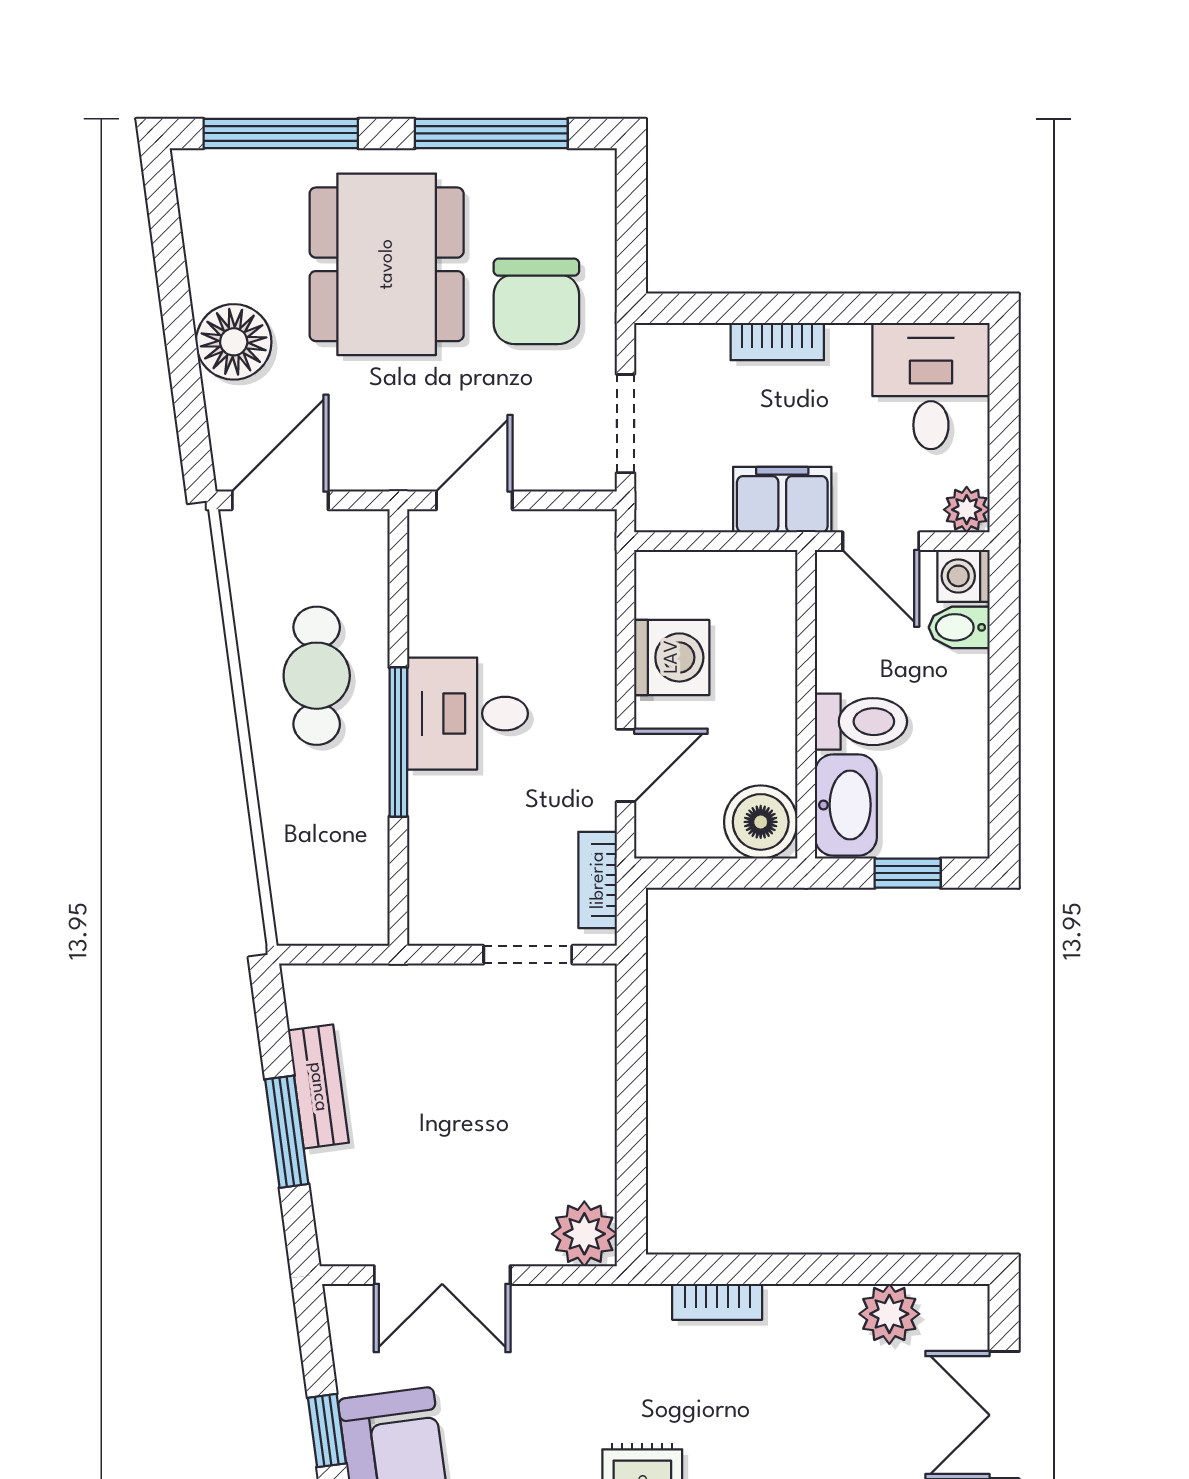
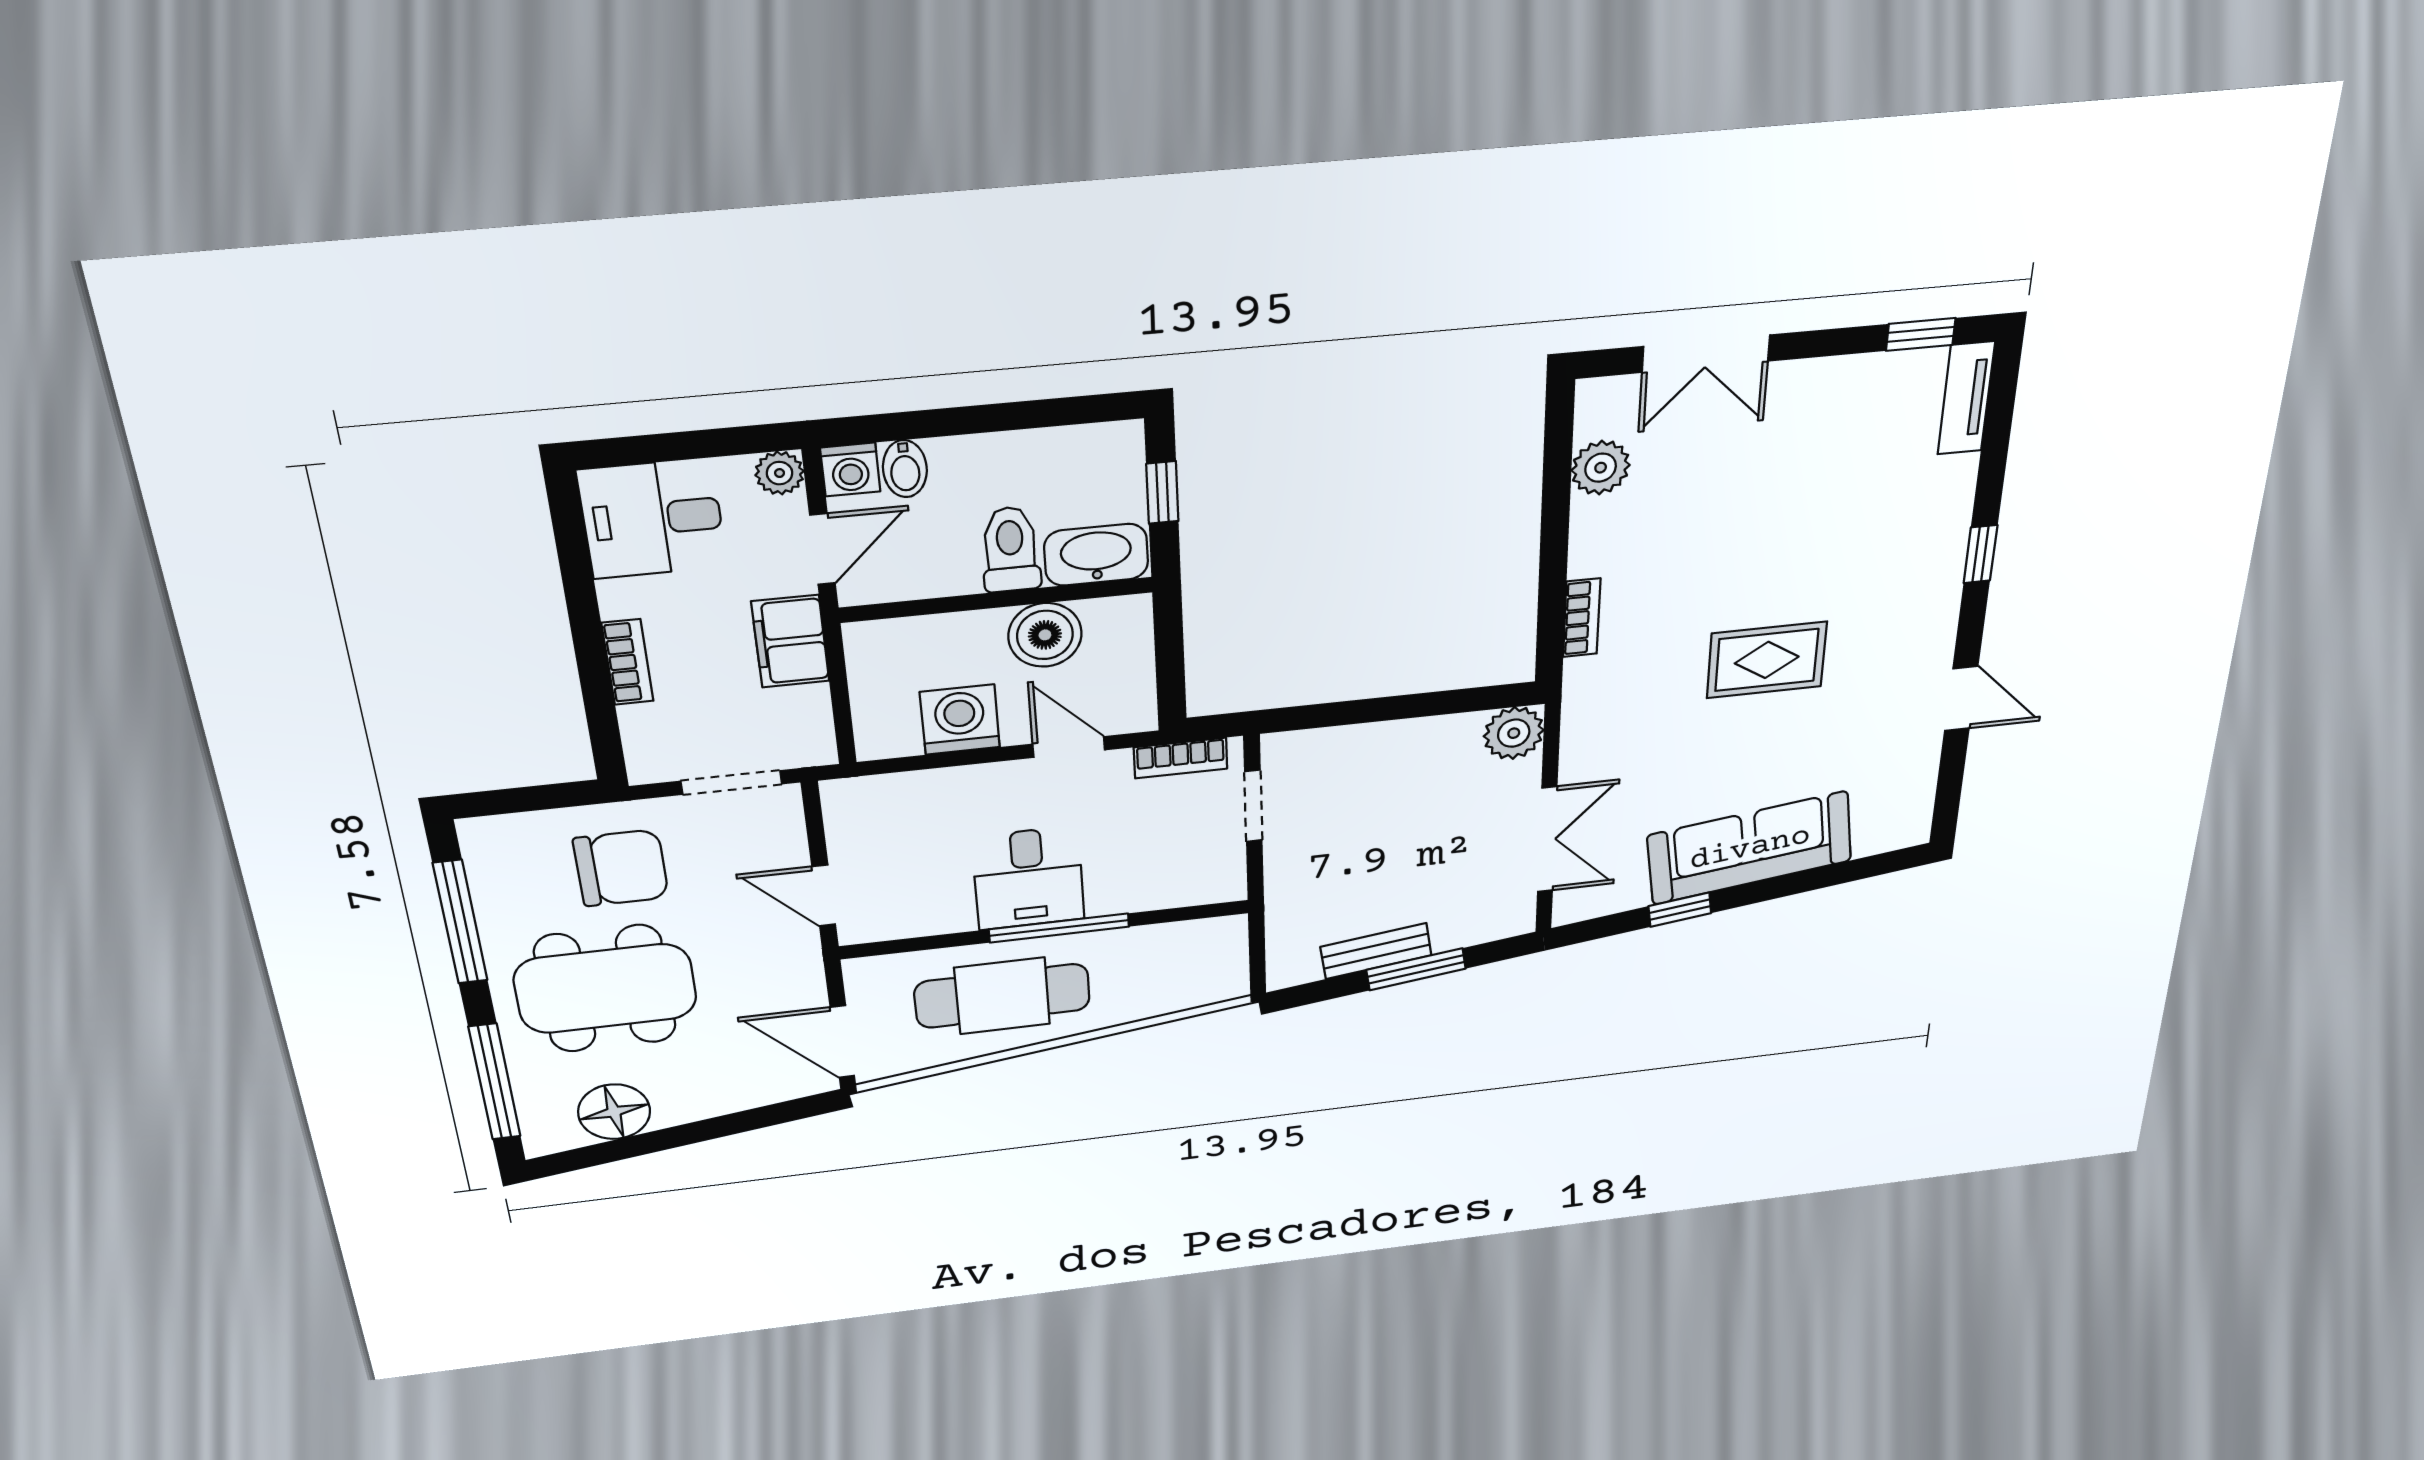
floor lamp: (234, 342) -> (614, 1112), moved
cafe table: (317, 676) -> (1002, 996), width x1.37, depth x1.35
boiler: (761, 822) -> (1045, 635), moved

